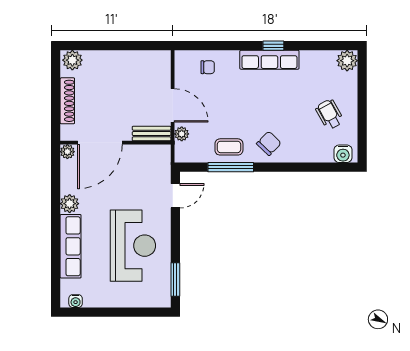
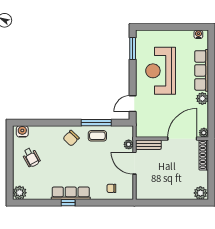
shoe rack: (67, 101) -> (204, 155), moved

